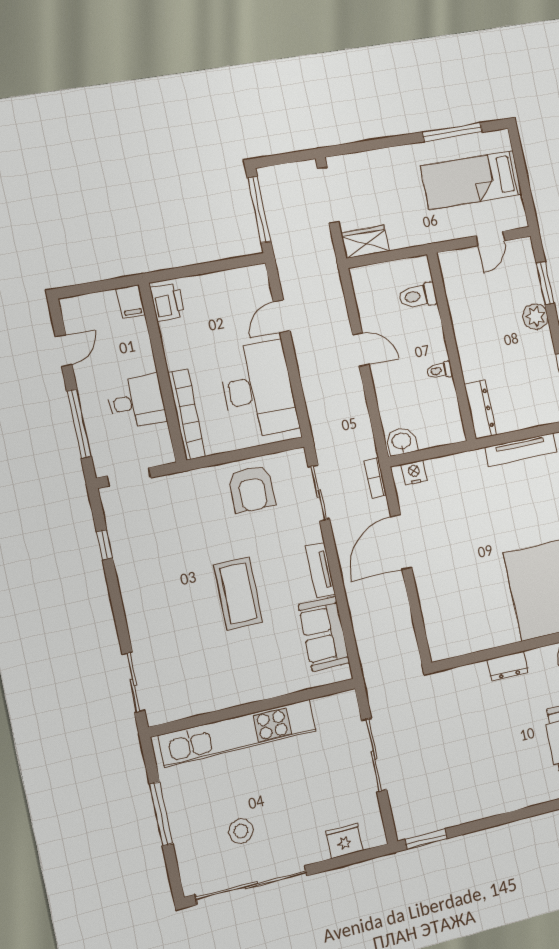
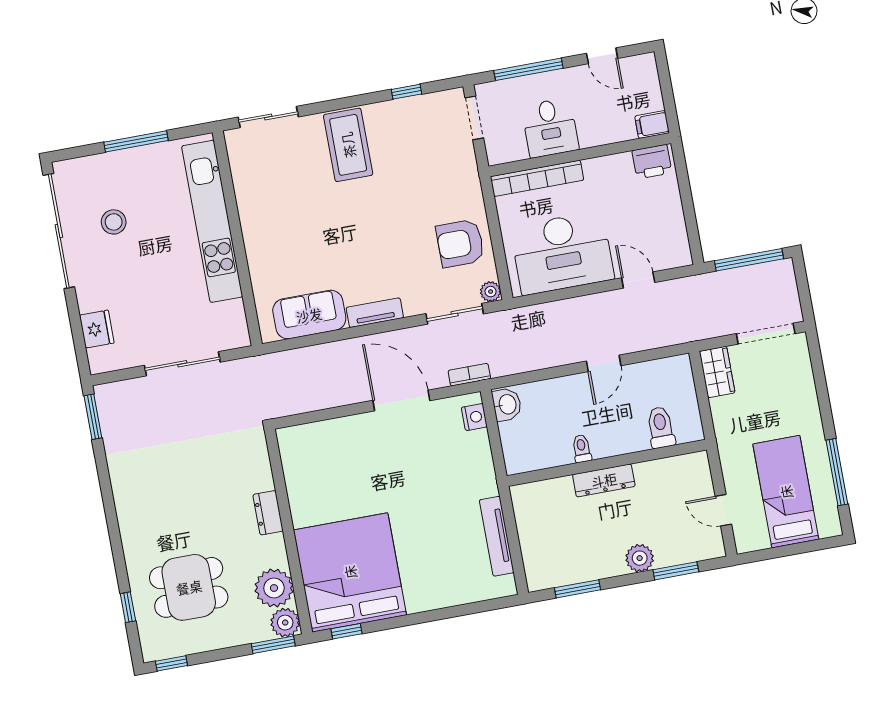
dresser: (480, 410) -> (604, 480), moved
plant: (297, 459) -> (491, 292), added
coffee table: (238, 593) -> (348, 145), moved, turned 90

